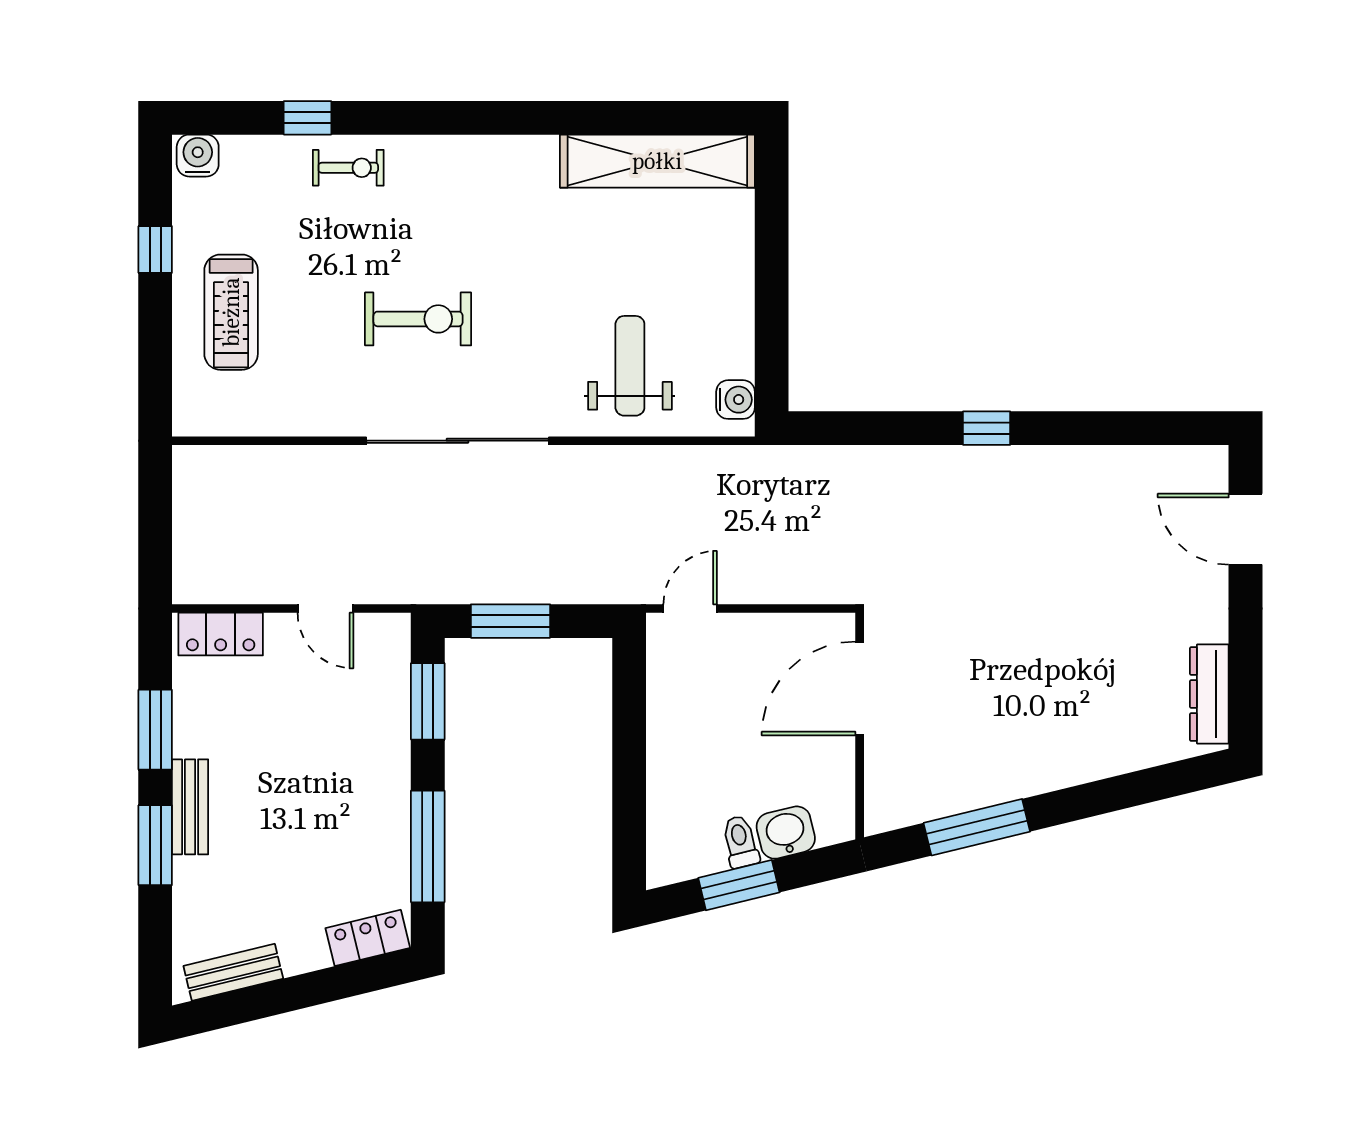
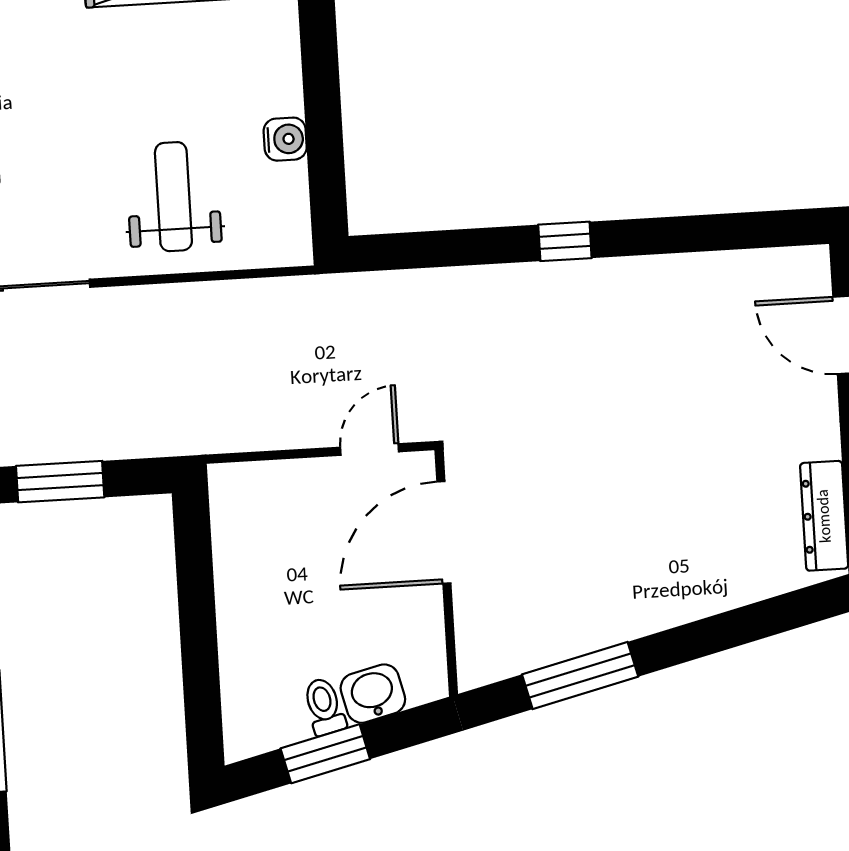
water cooler: (736, 400) -> (285, 139), moved
door: (690, 608) -> (369, 450), moved

